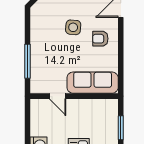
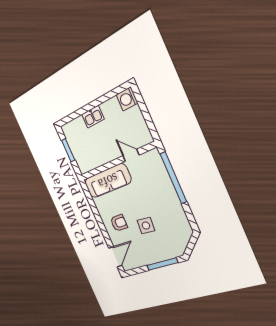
window: (28, 61) -> (173, 178), width x1.46

